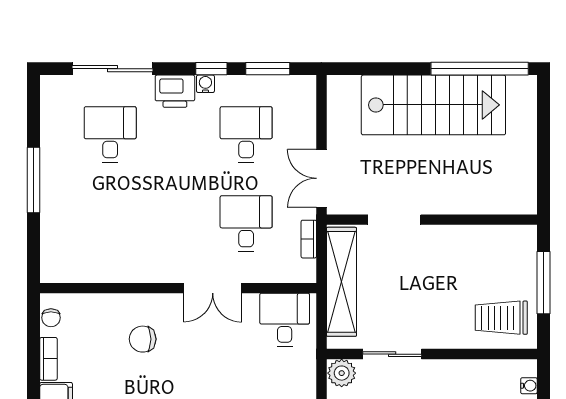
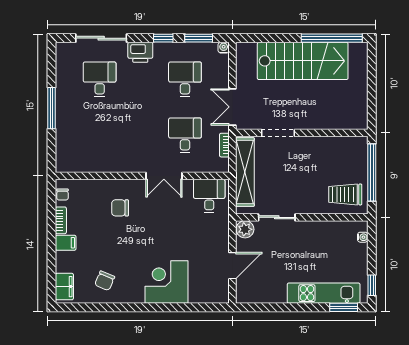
water cooler: (205, 84) -> (224, 48), moved
window: (543, 283) -> (372, 173), width x1.46

